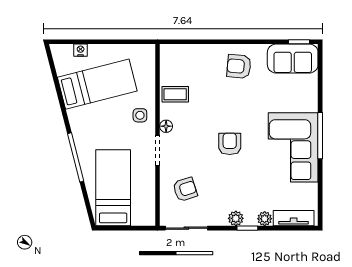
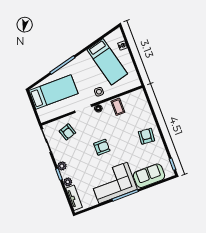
sofa: (293, 59) -> (149, 176), moved, turned 90

